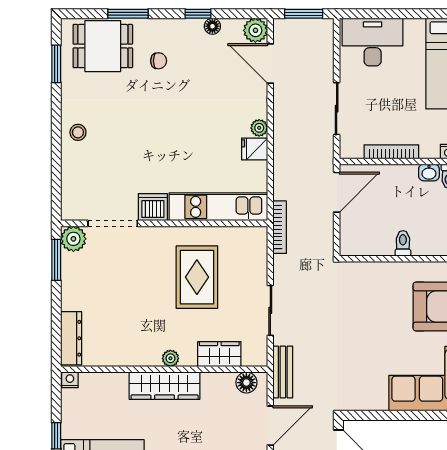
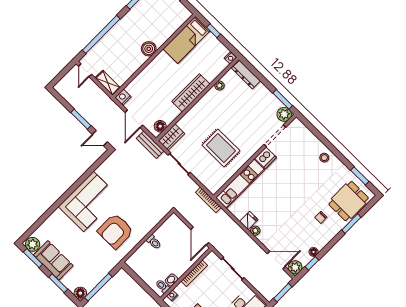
window: (198, 14) -> (312, 263), moved
wardrobe: (219, 354) -> (171, 137), moved
plant: (170, 358) -> (219, 86), moved

